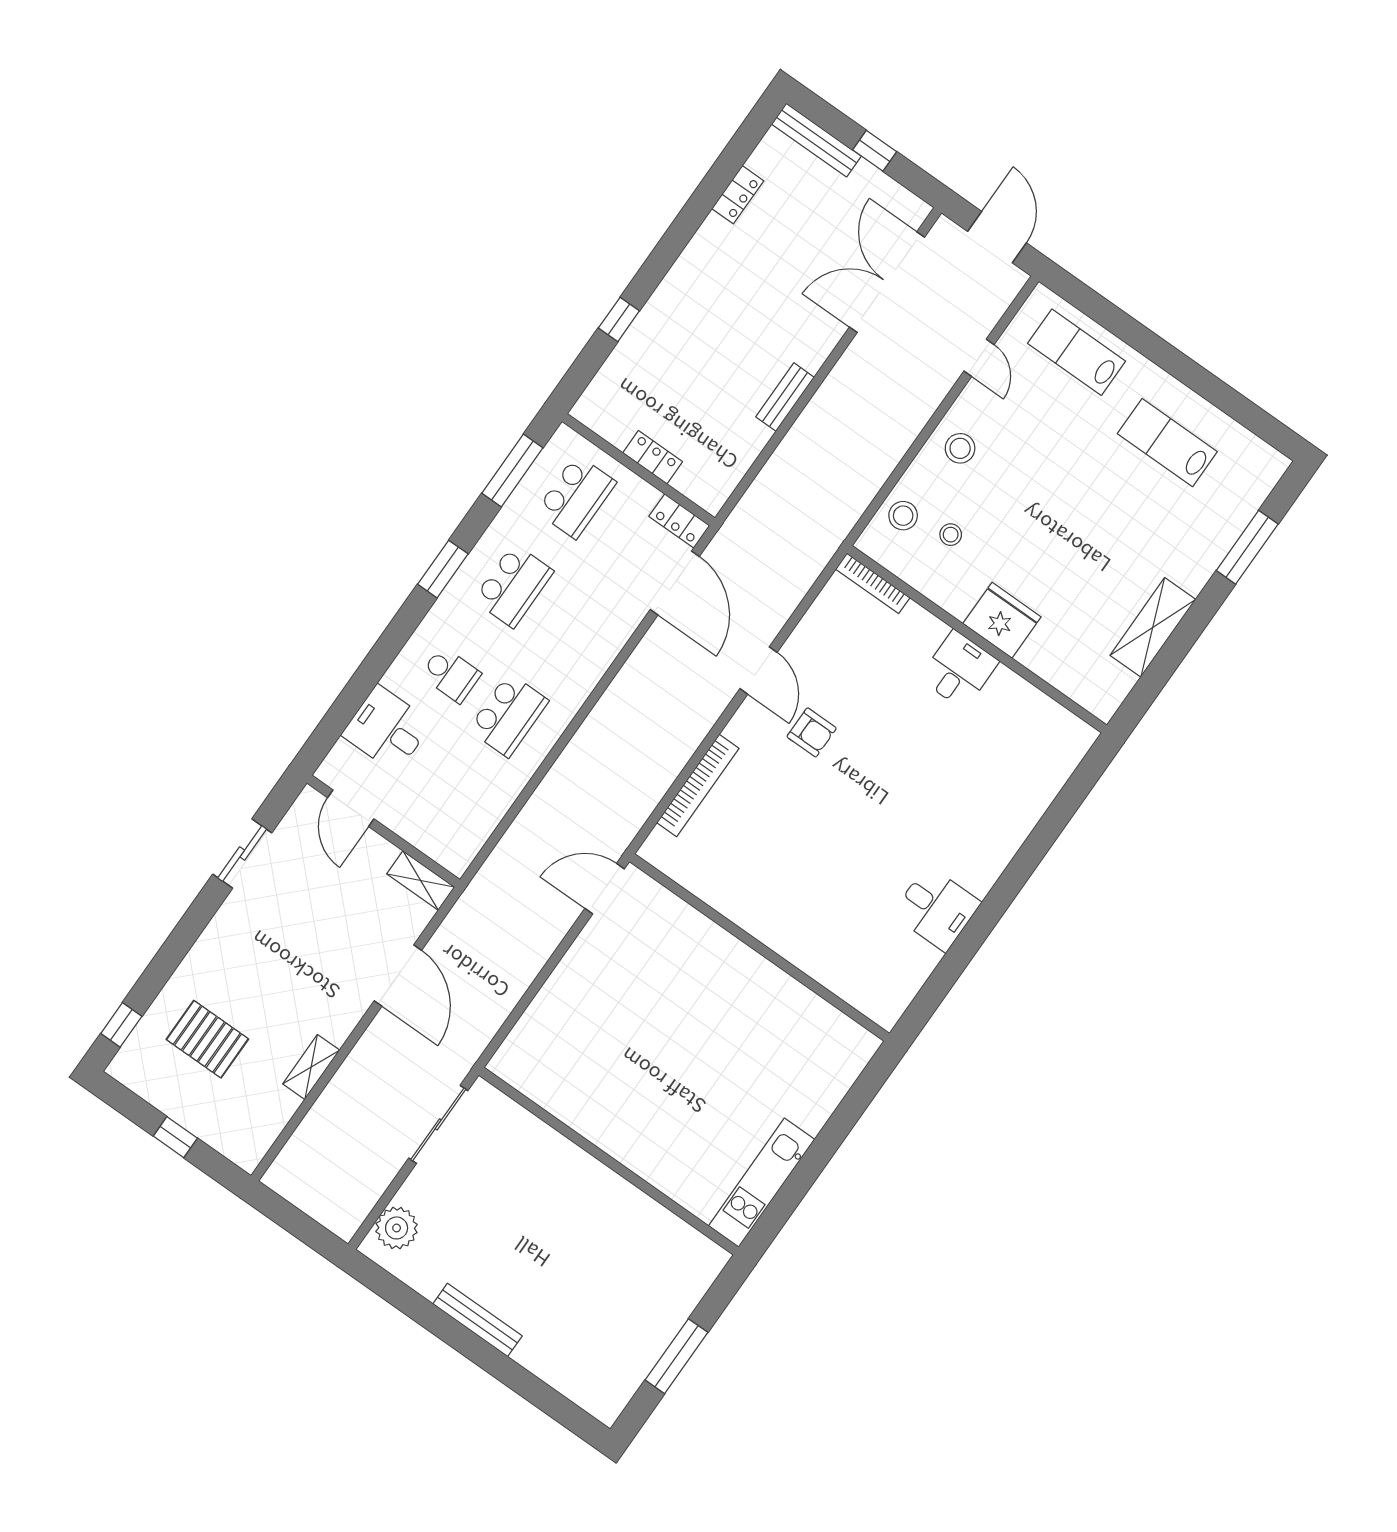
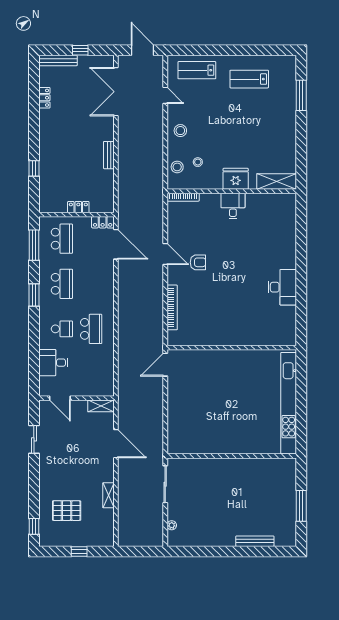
shelving: (1153, 627) -> (277, 181), moved, turned 90
desk: (936, 908) -> (282, 287), width x1.37
kitchen unit: (762, 1183) -> (289, 403), width x1.86
plant: (397, 1228) -> (172, 525), width x0.53, depth x0.53
bench: (477, 1320) -> (255, 541), moved

